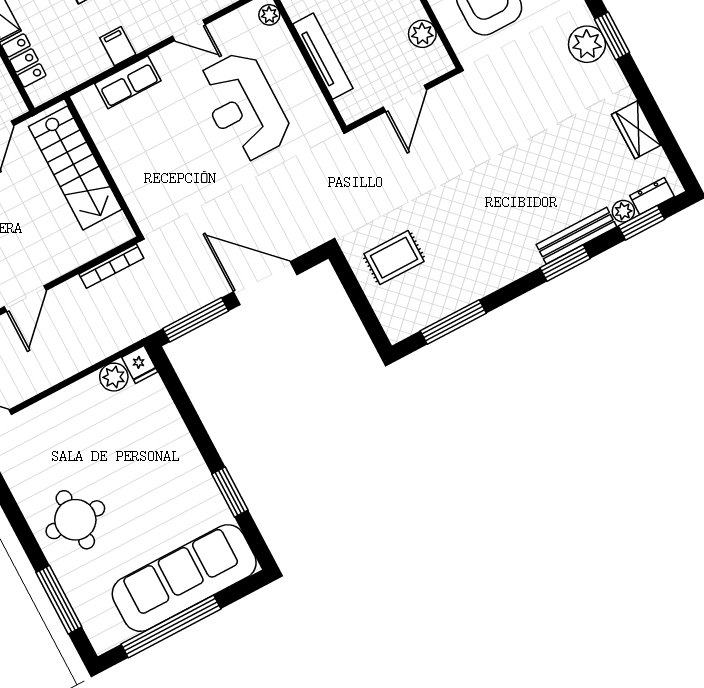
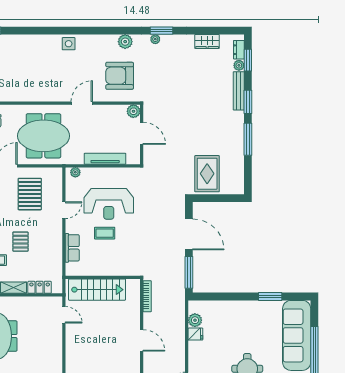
plant: (422, 34) -> (133, 111), moved
plant: (587, 44) -> (155, 39), width x0.53, depth x0.53
filing cabinet: (118, 46) -> (55, 244), removed
coffee table: (186, 127) -> (105, 233), added
rug: (394, 258) -> (207, 174), width x1.36, depth x1.43
door: (265, 283) -> (189, 234), swing flipped
window: (453, 322) -> (248, 139), moved
fridge: (140, 365) -> (195, 334), moved

